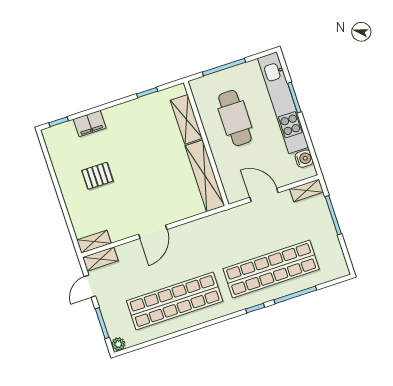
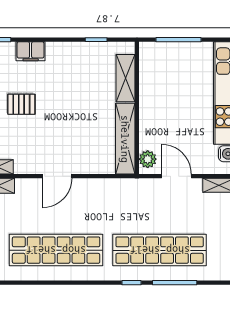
cafe table: (235, 118) -> (173, 92), removed
plant: (232, 188) -> (148, 159), added

